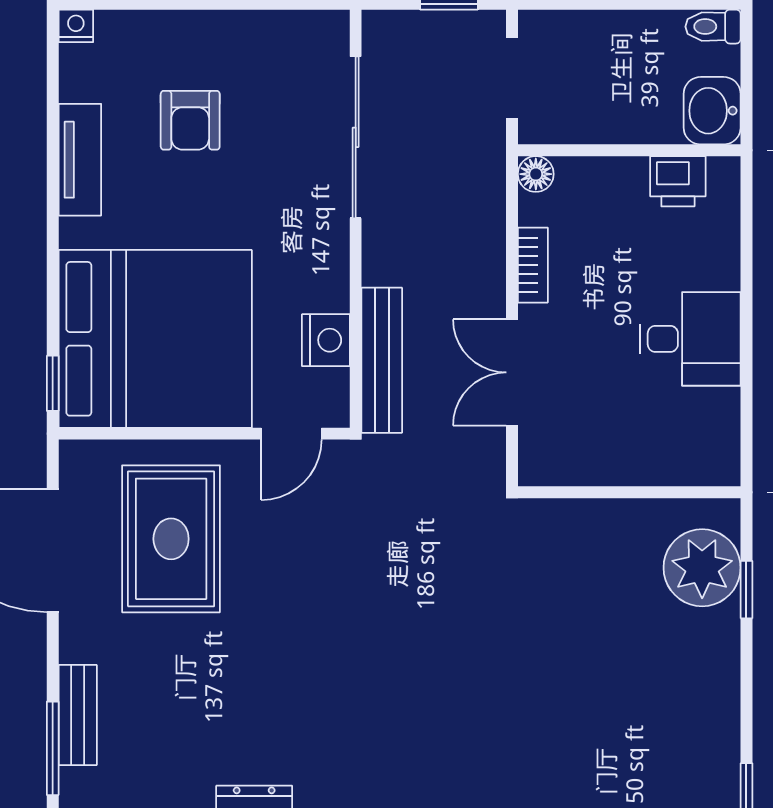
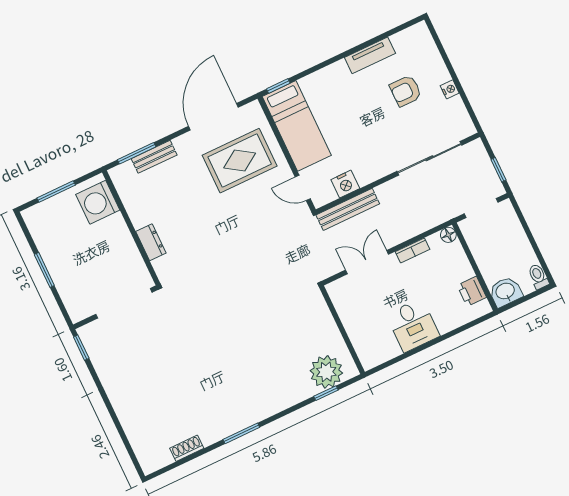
nightstand: (76, 26) -> (450, 89), moved
bed: (155, 339) -> (297, 126), width x0.49

